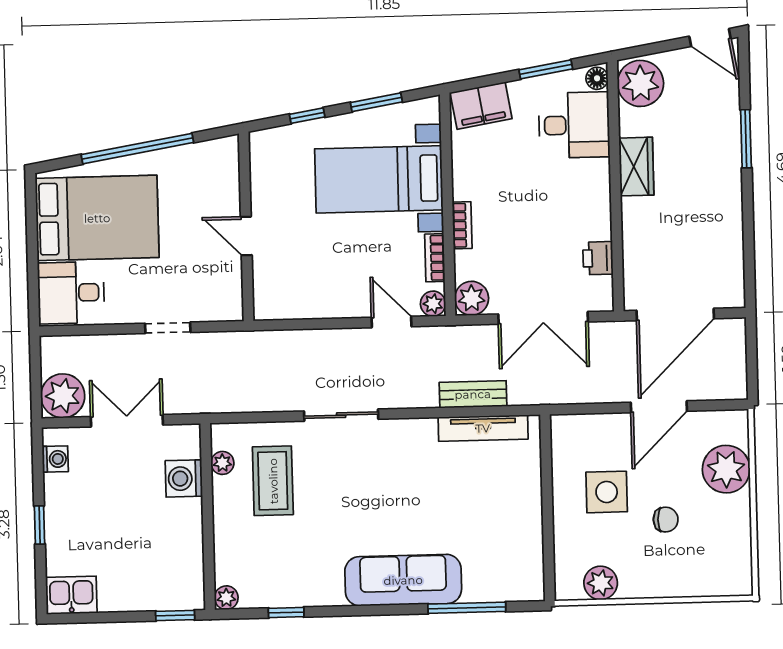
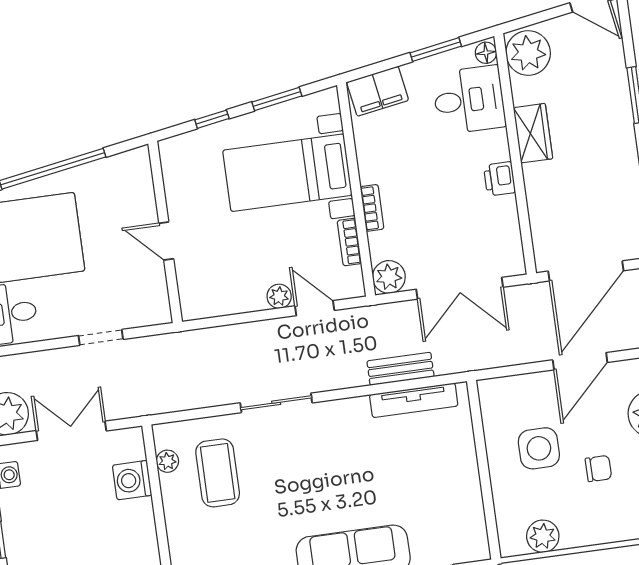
printer: (598, 258) -> (500, 179), moved
plant: (433, 304) -> (279, 296), moved

